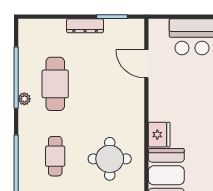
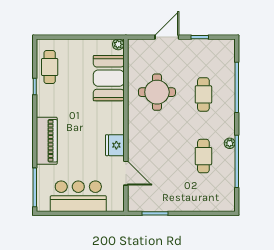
dresser: (85, 26) -> (178, 206), removed
cafe table: (55, 84) -> (203, 156), width x0.73, depth x0.74
fridge: (159, 135) -> (115, 145), moved

